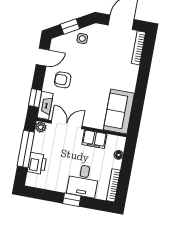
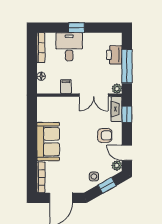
plant: (56, 46) -> (117, 165), added
door: (43, 57) -> (127, 153), hinge flipped
sofa: (119, 112) -> (48, 142), moved
filing cabinet: (94, 139) -> (66, 87), width x0.50

